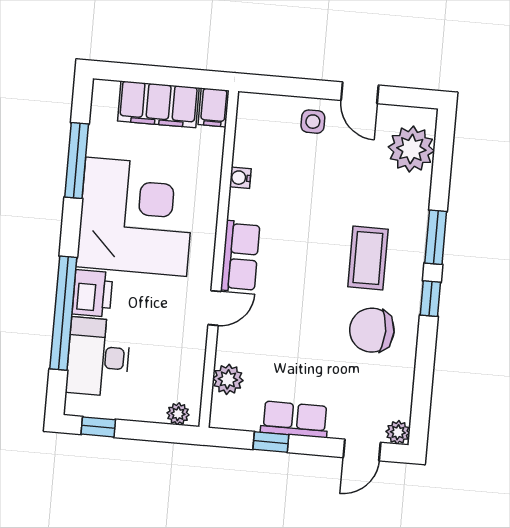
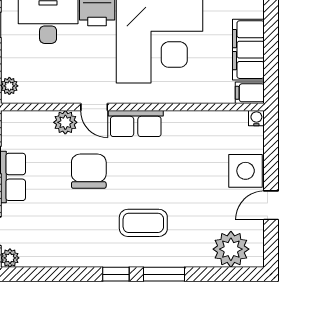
side table: (313, 122) -> (246, 171), width x1.87, depth x1.87
water cooler: (240, 178) -> (256, 118), moved
chair: (372, 330) -> (89, 171), moved
plant: (228, 379) -> (65, 122), moved

